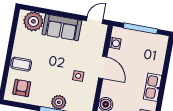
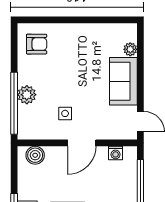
plant: (33, 21) -> (130, 49), width x0.53, depth x0.53
coffee table: (21, 64) -> (67, 38), removed

